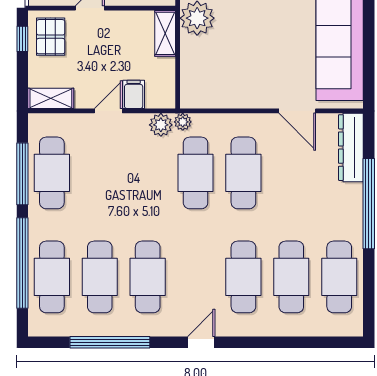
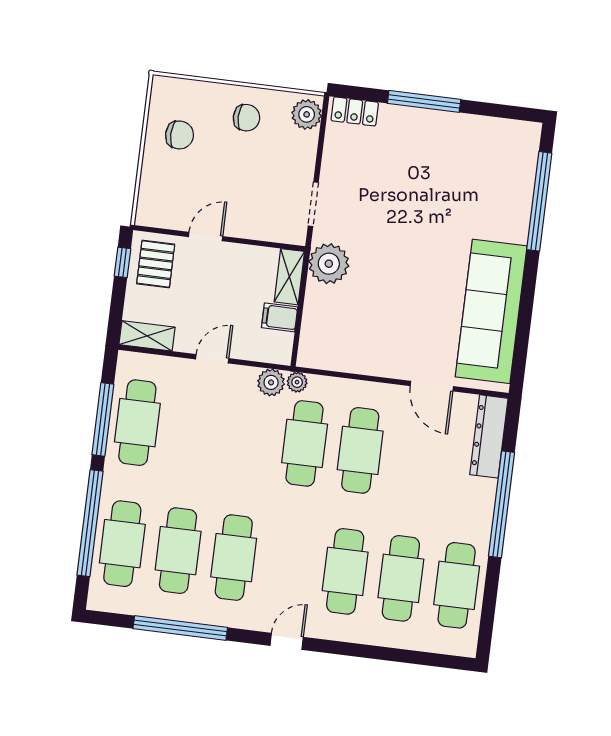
filing cabinet: (134, 94) -> (280, 317), moved, turned -90

